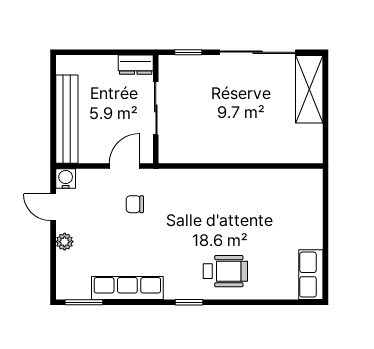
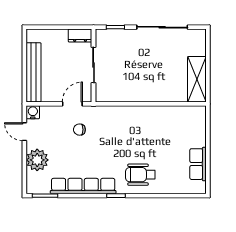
shelving: (309, 89) -> (197, 79), moved
plant: (65, 242) -> (37, 160), width x1.87, depth x1.87
wheelchair: (225, 271) -> (140, 175), turned 180
row of seats: (311, 275) -> (198, 164), moved
row of seats: (127, 288) -> (83, 186), width x1.36

